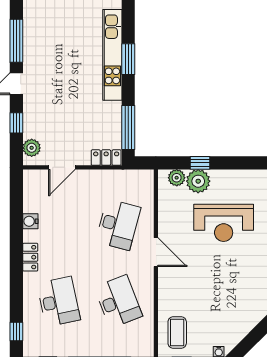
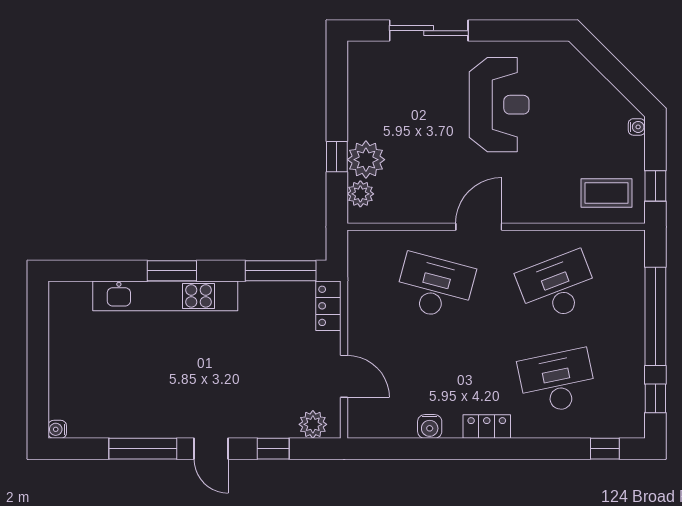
reception desk: (224, 223) -> (499, 105), moved

